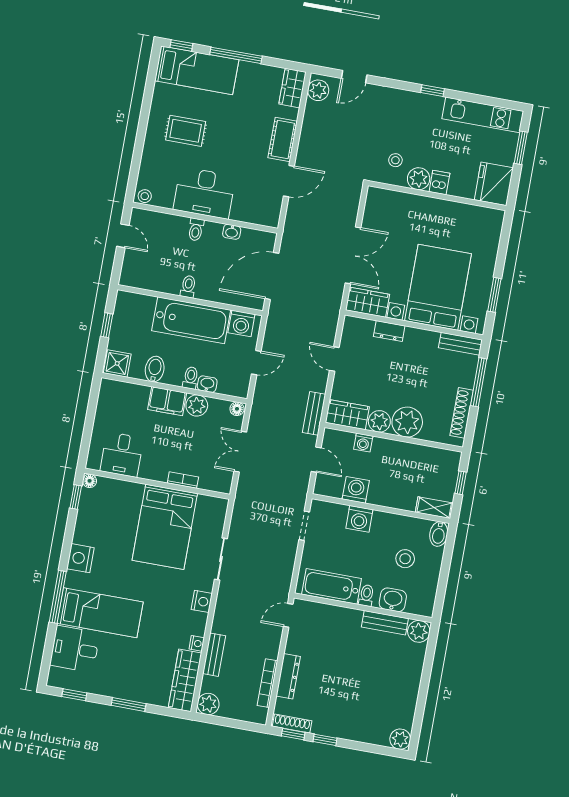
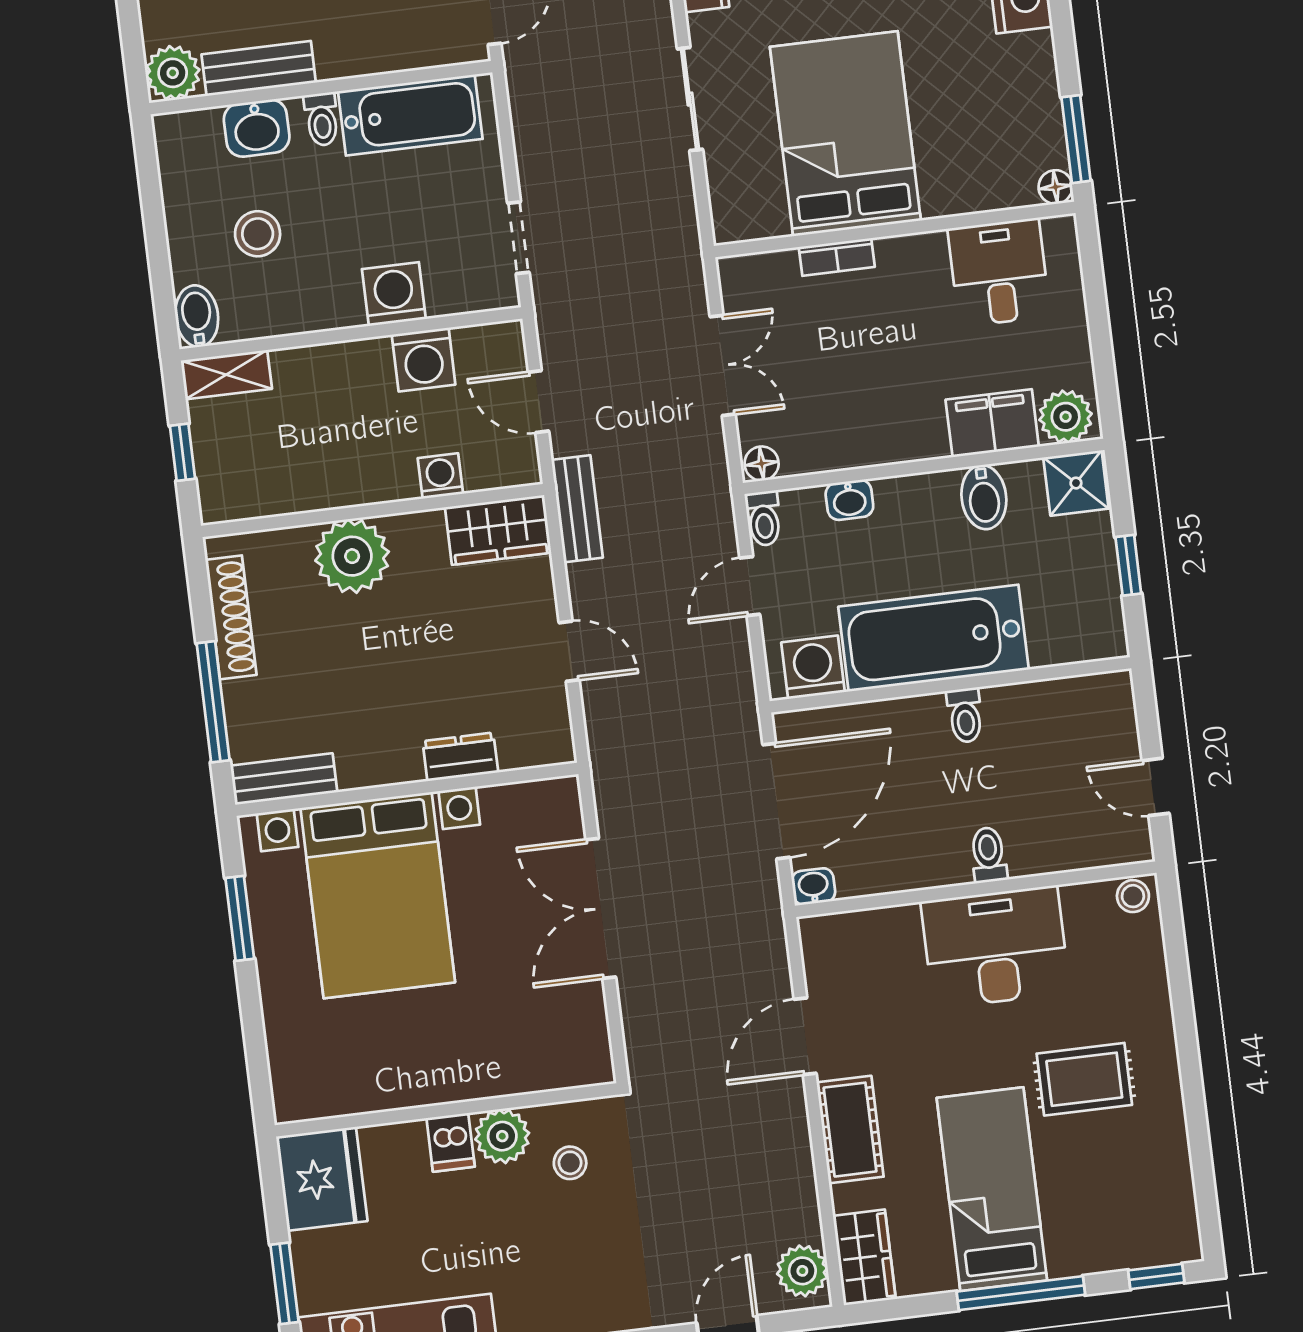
bed: (197, 70) -> (992, 1189), moved, turned 90
washbasin: (232, 232) -> (813, 886), moved
wardrobe: (367, 302) -> (532, 809), removed
toilet: (191, 378) -> (764, 519), moved
filing cabinet: (167, 401) -> (992, 423), moved
plant: (197, 405) -> (1066, 417), moved
plant: (379, 421) -> (418, 538), removed
window: (76, 497) -> (1076, 139), width x1.50

